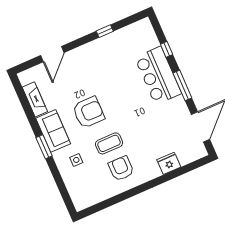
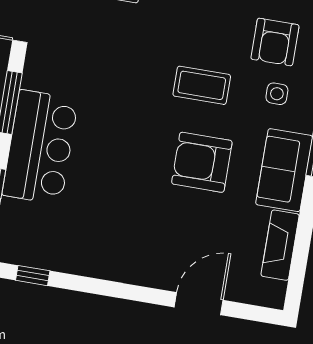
window: (105, 31) -> (33, 276), moved
armchair: (121, 168) -> (275, 42), moved

